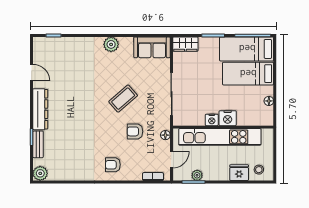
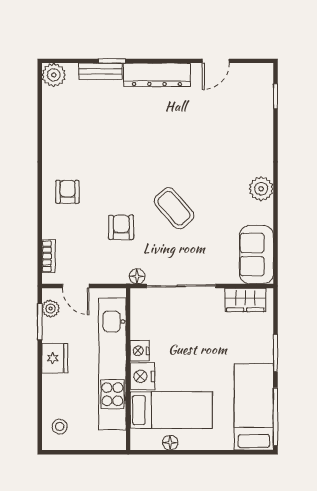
wardrobe: (185, 44) -> (245, 300), moved, turned -90
bed: (248, 74) -> (171, 410), moved, turned 90
floor lamp: (165, 135) -> (137, 276), moved
fridge: (239, 173) -> (55, 358), moved
plant: (197, 175) -> (51, 309), moved

